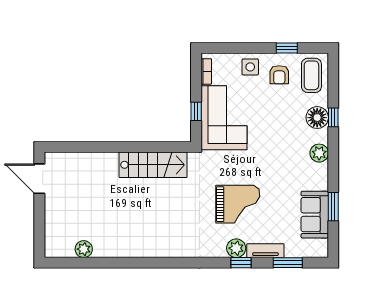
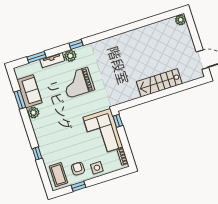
window: (196, 111) -> (118, 121), moved
floor lamp: (317, 118) -> (47, 150), removed
plant: (319, 153) -> (33, 113), moved
stairs: (153, 165) -> (159, 83), moved
plant: (84, 249) -> (181, 20), moved
window: (241, 263) -> (76, 44), moved

